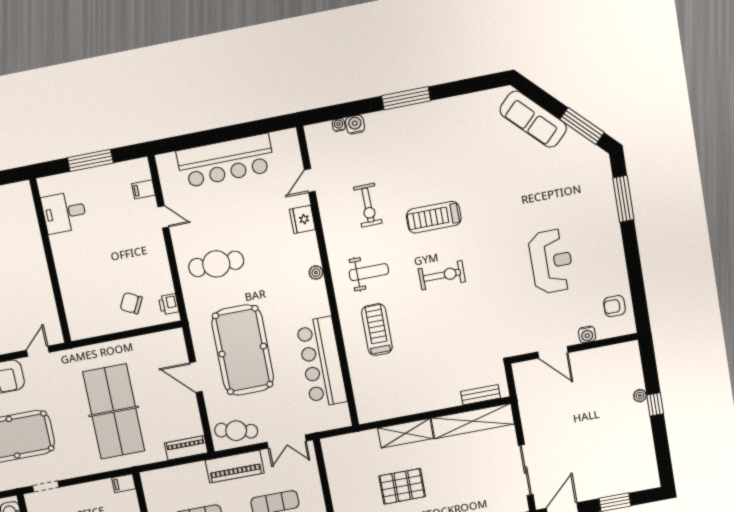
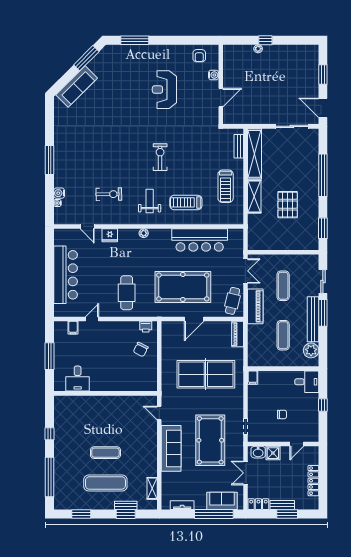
treadmill: (434, 217) -> (226, 186), moved
reception desk: (551, 261) -> (164, 90), turned -90

